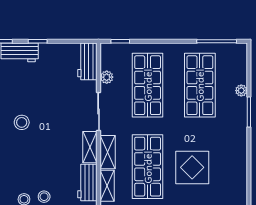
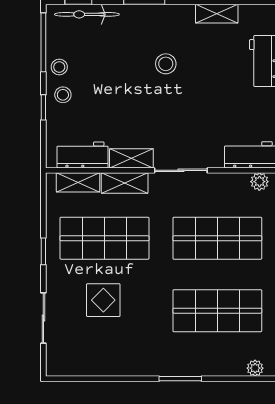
plant: (107, 77) -> (259, 182), moved
plant: (241, 91) -> (255, 368), moved
display table: (192, 167) -> (103, 300), width x0.73, depth x0.73

